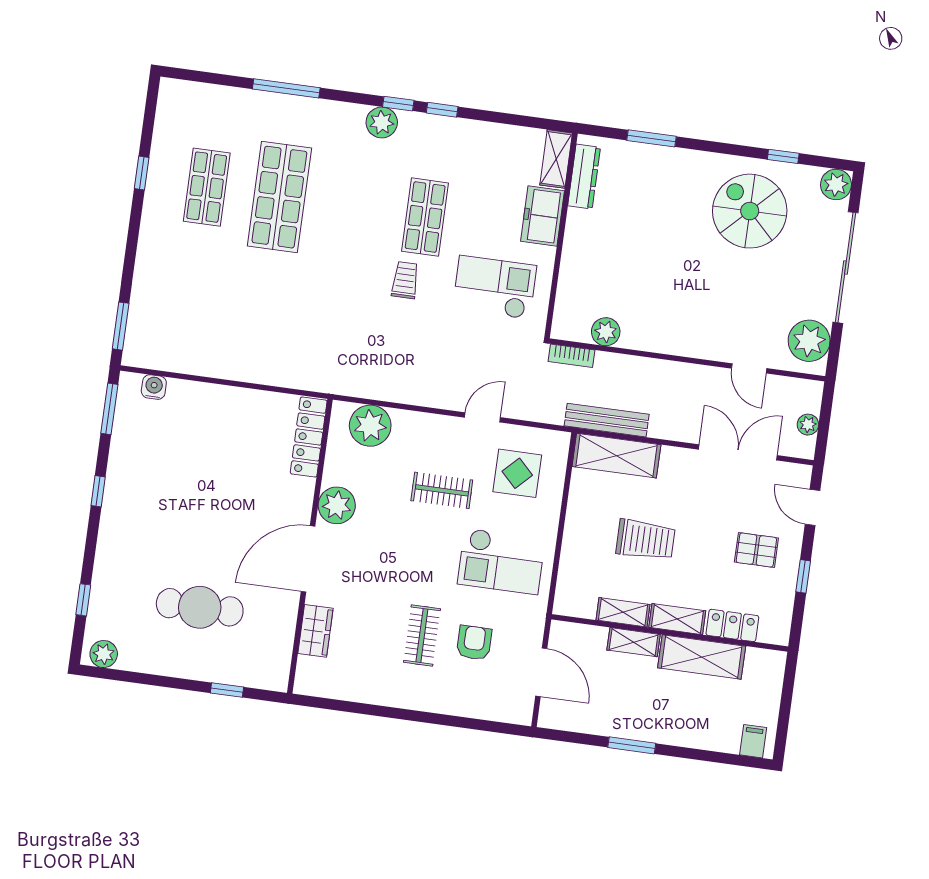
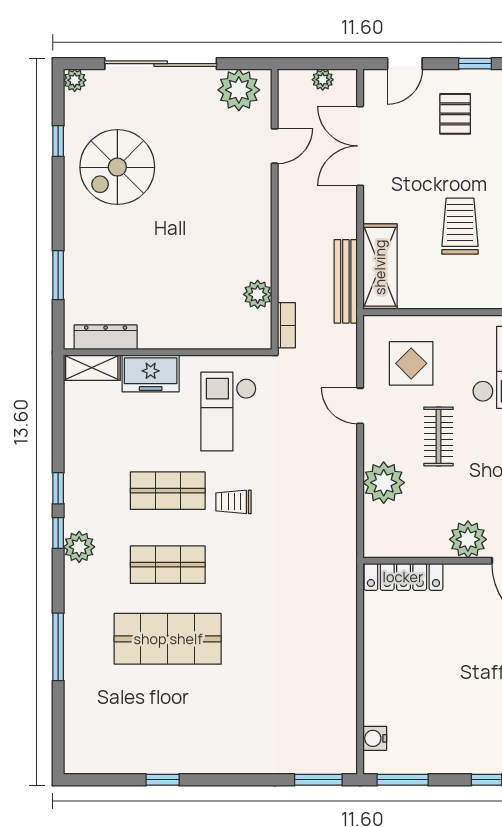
plant: (836, 185) -> (75, 80), width x0.73, depth x0.73
shop shelf: (207, 187) -> (168, 565), moved
plant: (370, 426) -> (384, 483), moved

